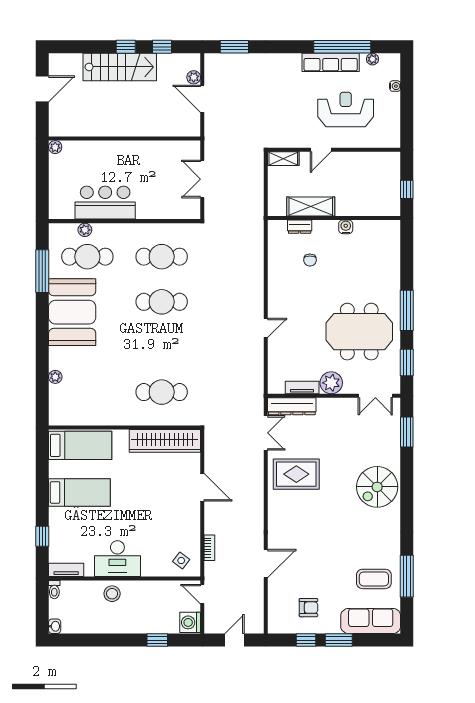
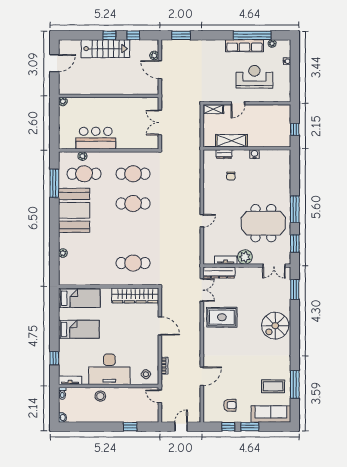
desk: (117, 559) -> (109, 369), width x1.36, depth x1.30
washing machine: (190, 622) -> (152, 415), removed

